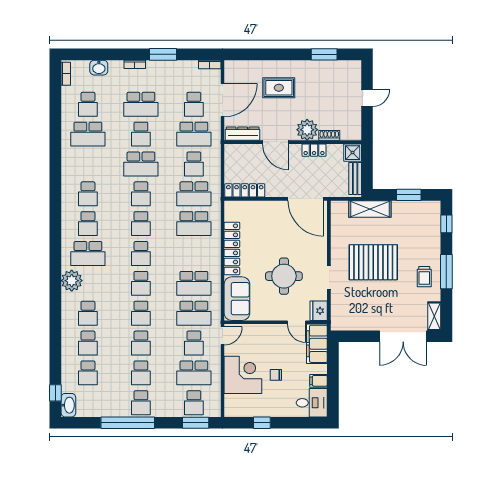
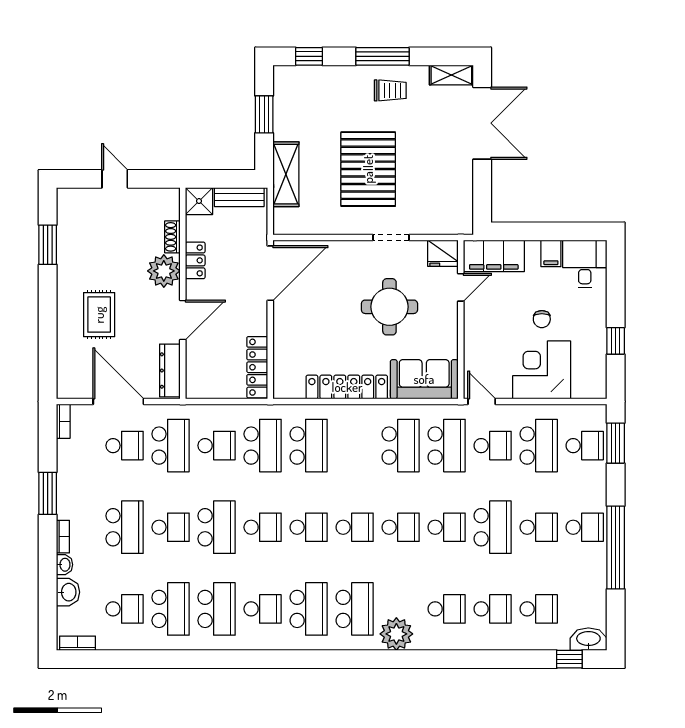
washbasin: (117, 65) -> (65, 565), added
school desk: (88, 164) -> (217, 609), added
school desk: (88, 224) -> (309, 609), width x1.85
school desk: (141, 343) -> (493, 527), width x1.85

